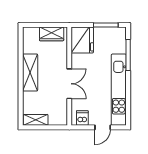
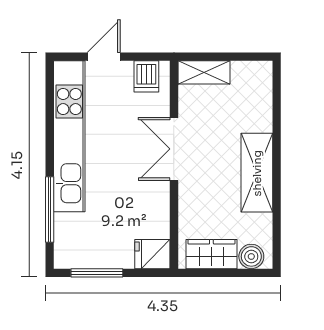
boiler: (33, 33) -> (251, 256), added
fridge: (82, 40) -> (152, 254), width x0.53, depth x0.75
shelving: (36, 120) -> (204, 72), moved

